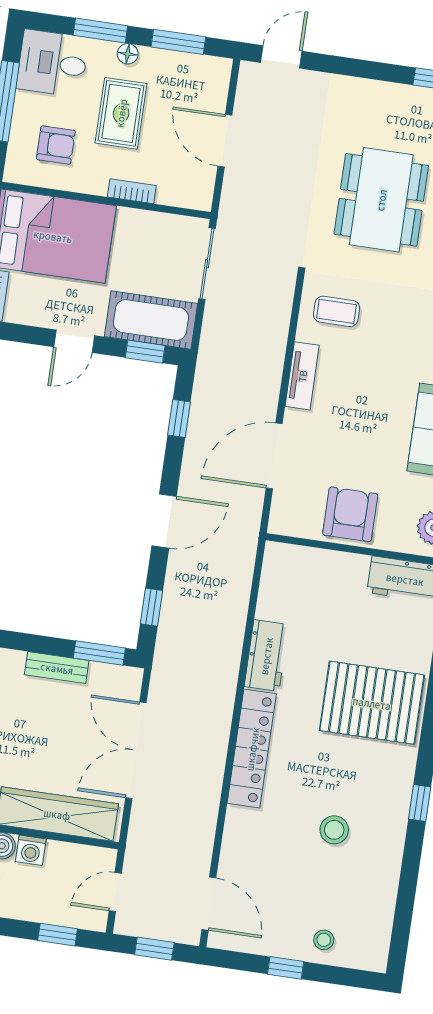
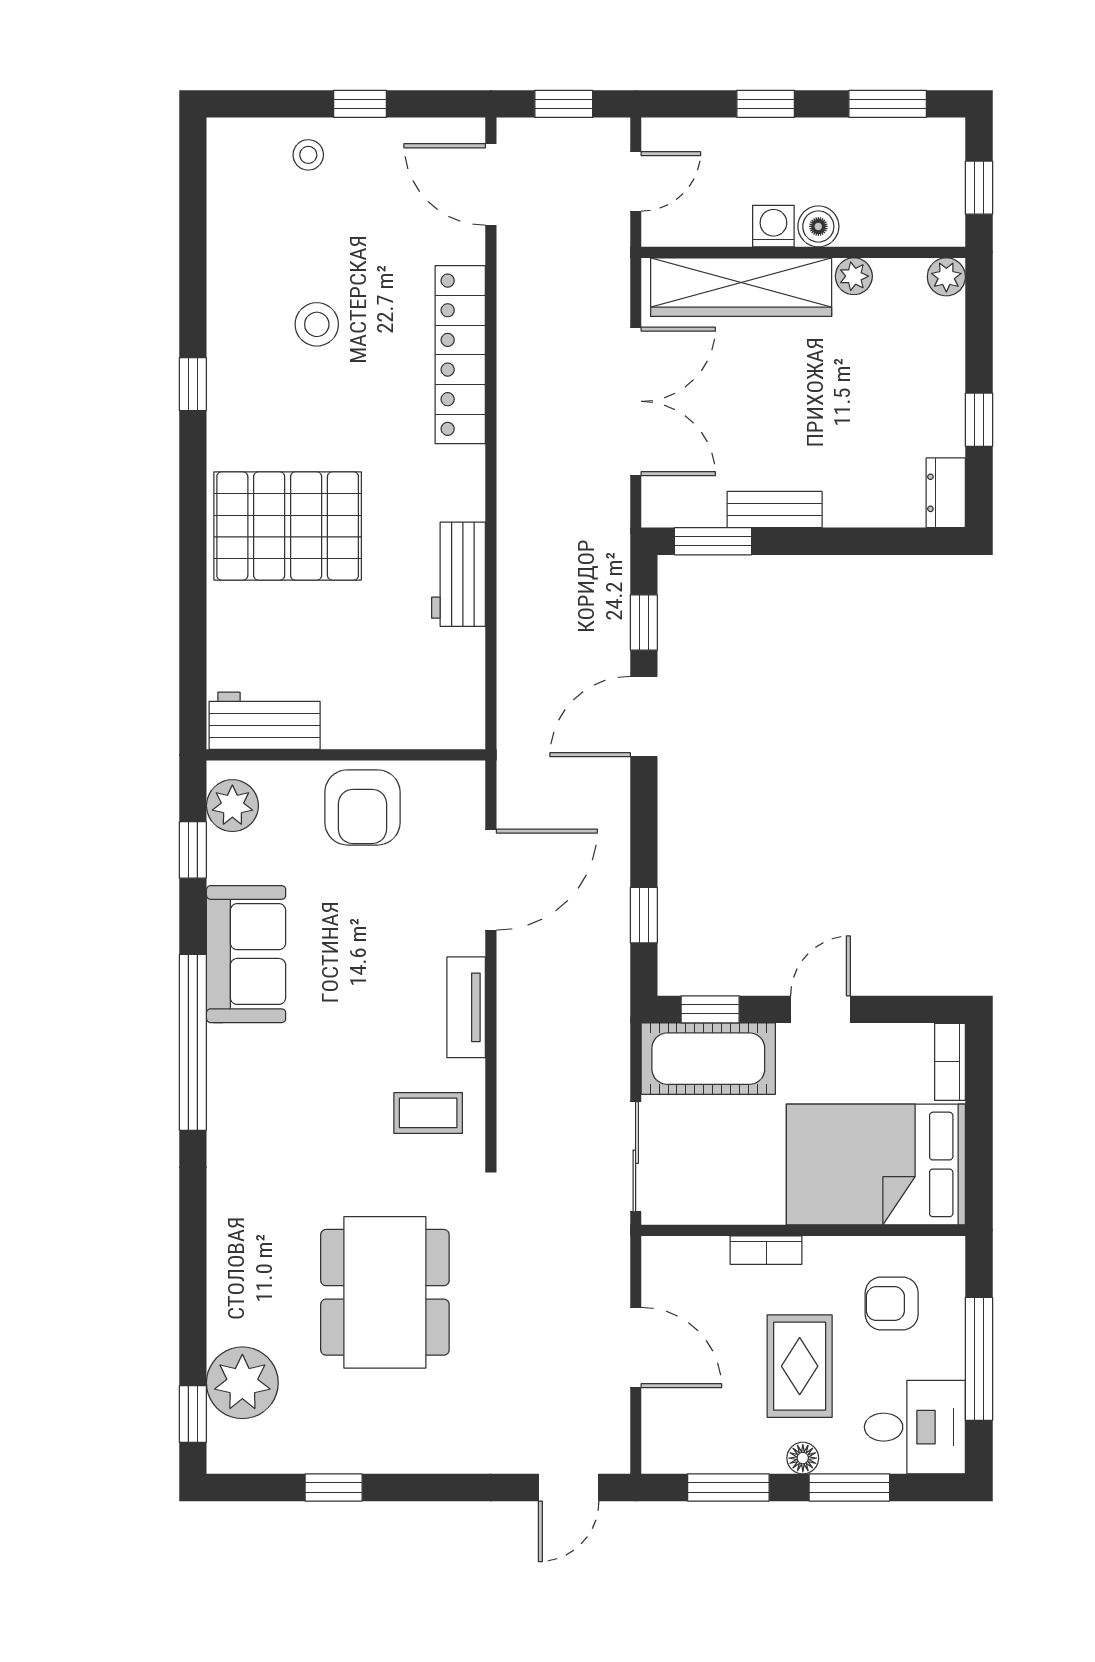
door: (164, 521) -> (644, 717), moved
locker: (252, 749) -> (460, 355), moved
window: (58, 935) -> (766, 104), moved

